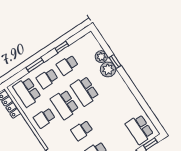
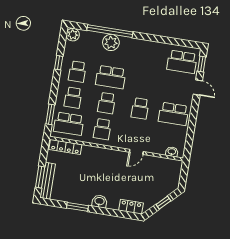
plant: (101, 57) -> (73, 35), moved
window: (115, 62) -> (110, 31), width x3.17
window: (35, 65) -> (50, 114), moved
school desk: (65, 104) -> (107, 103), width x0.54

